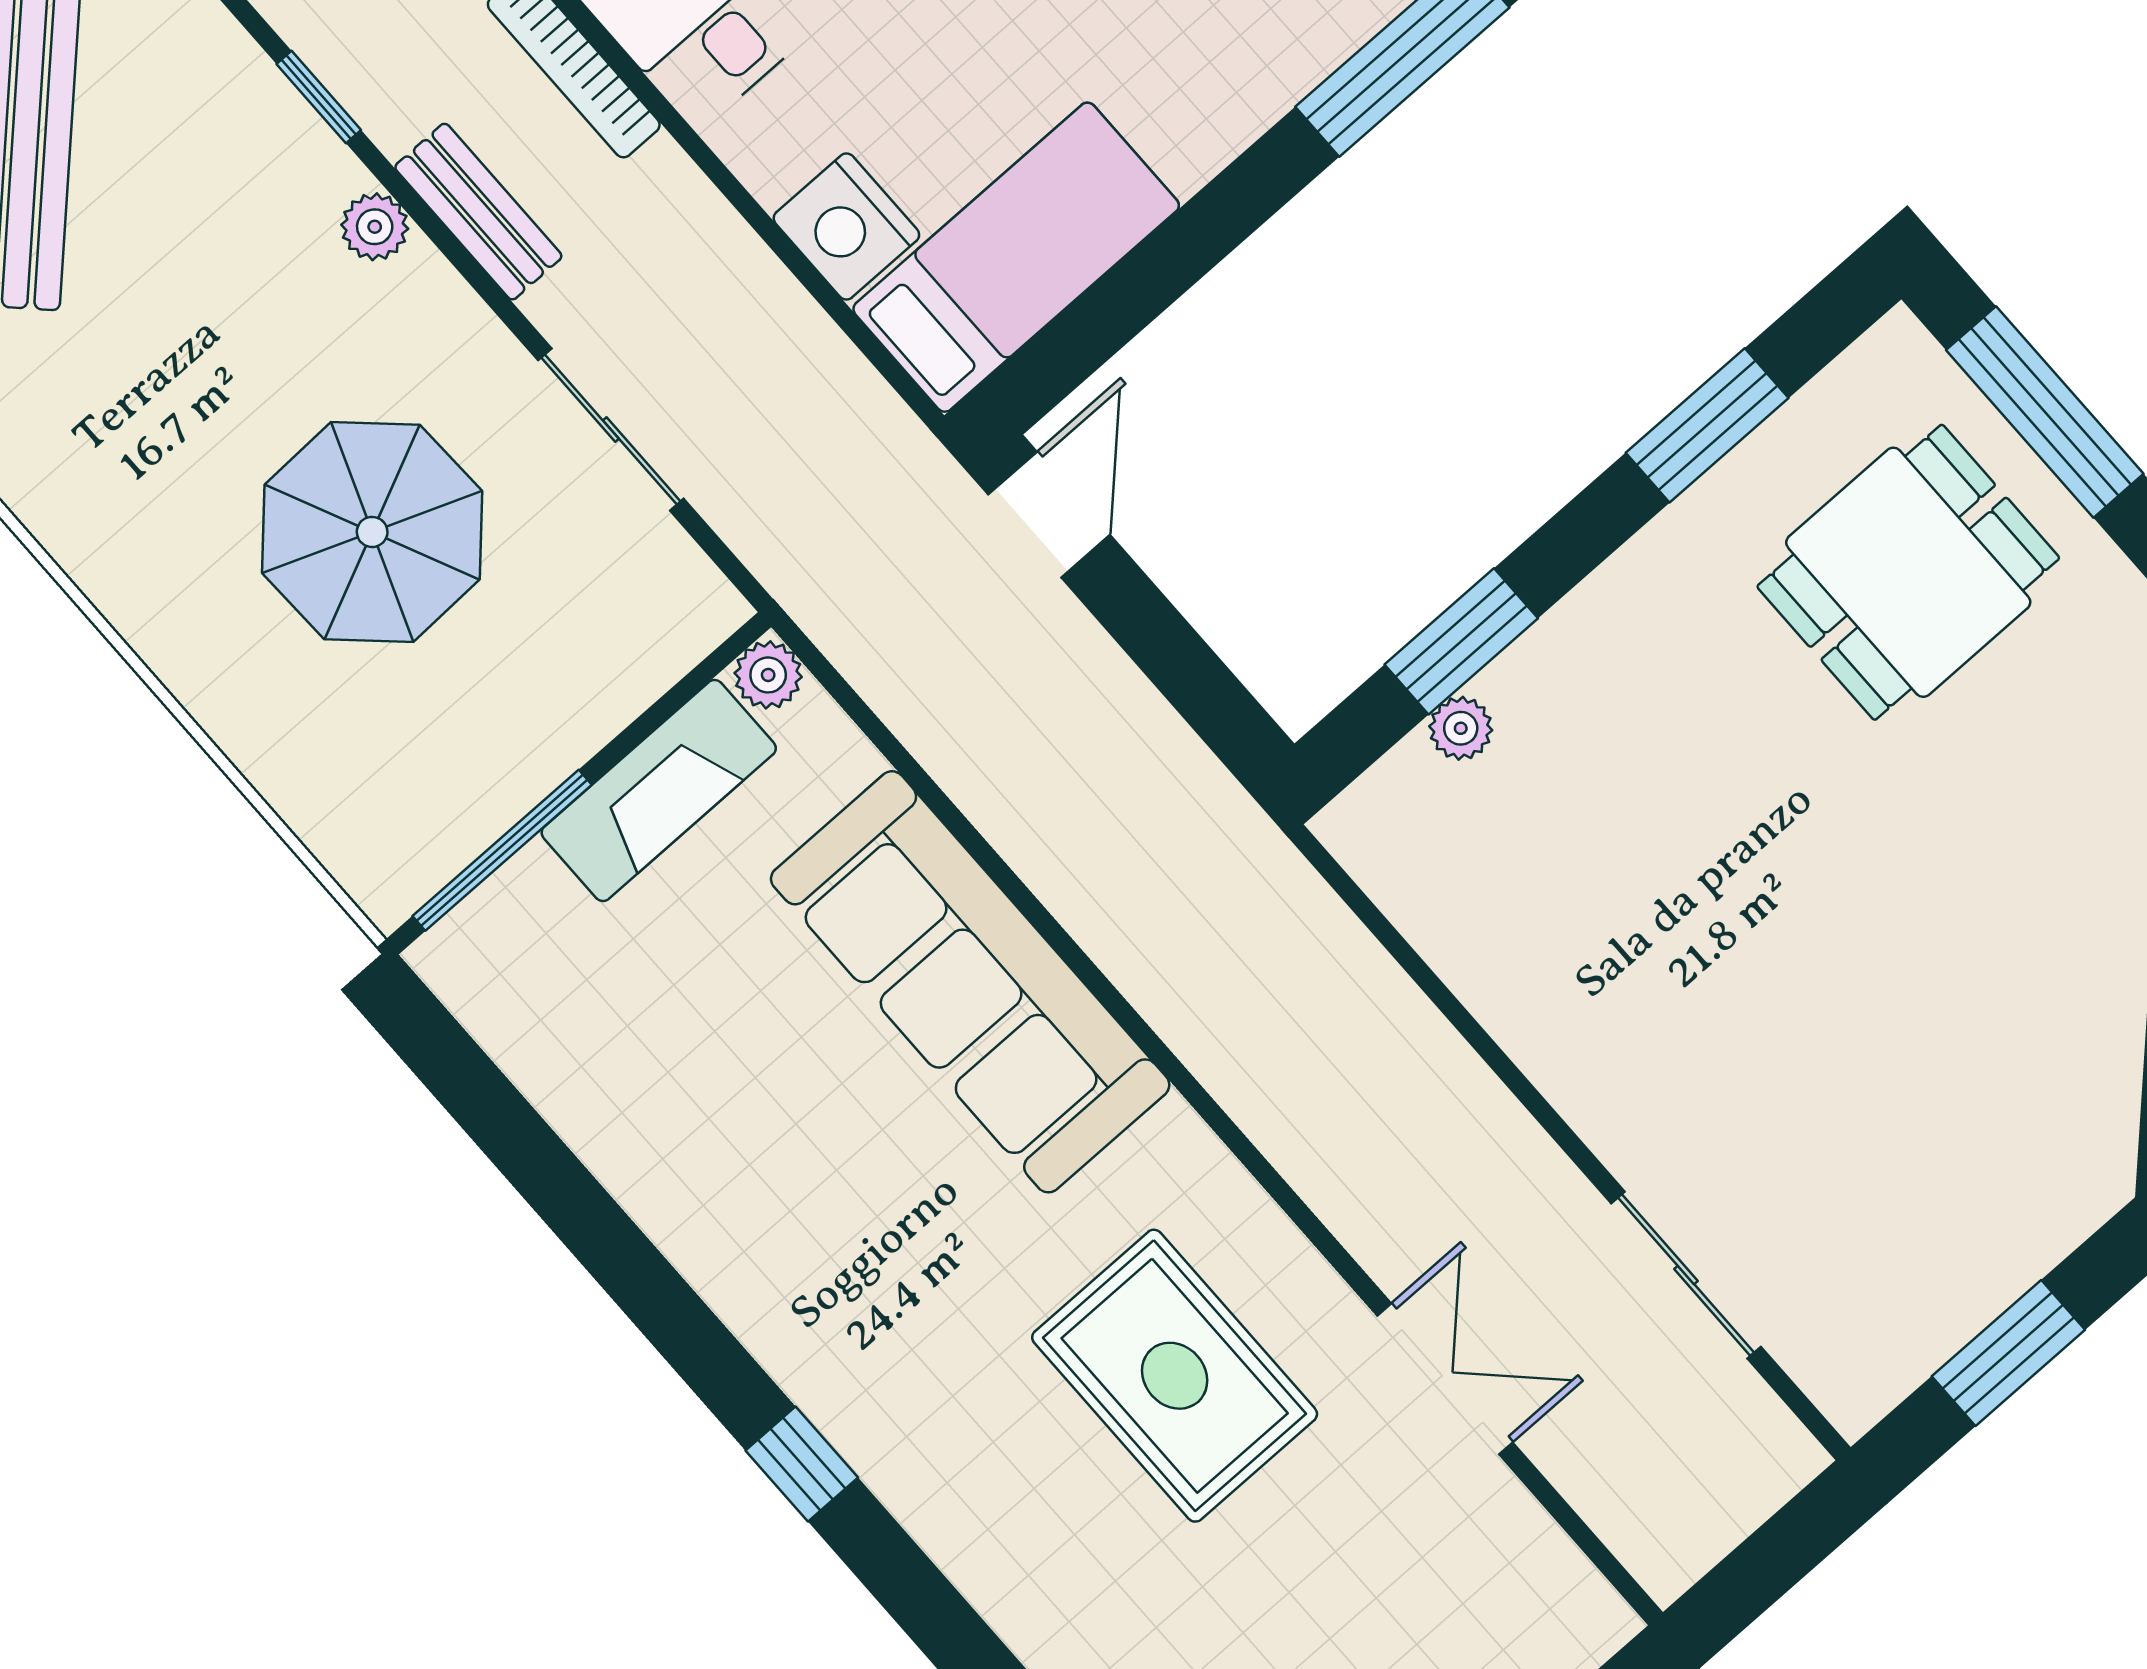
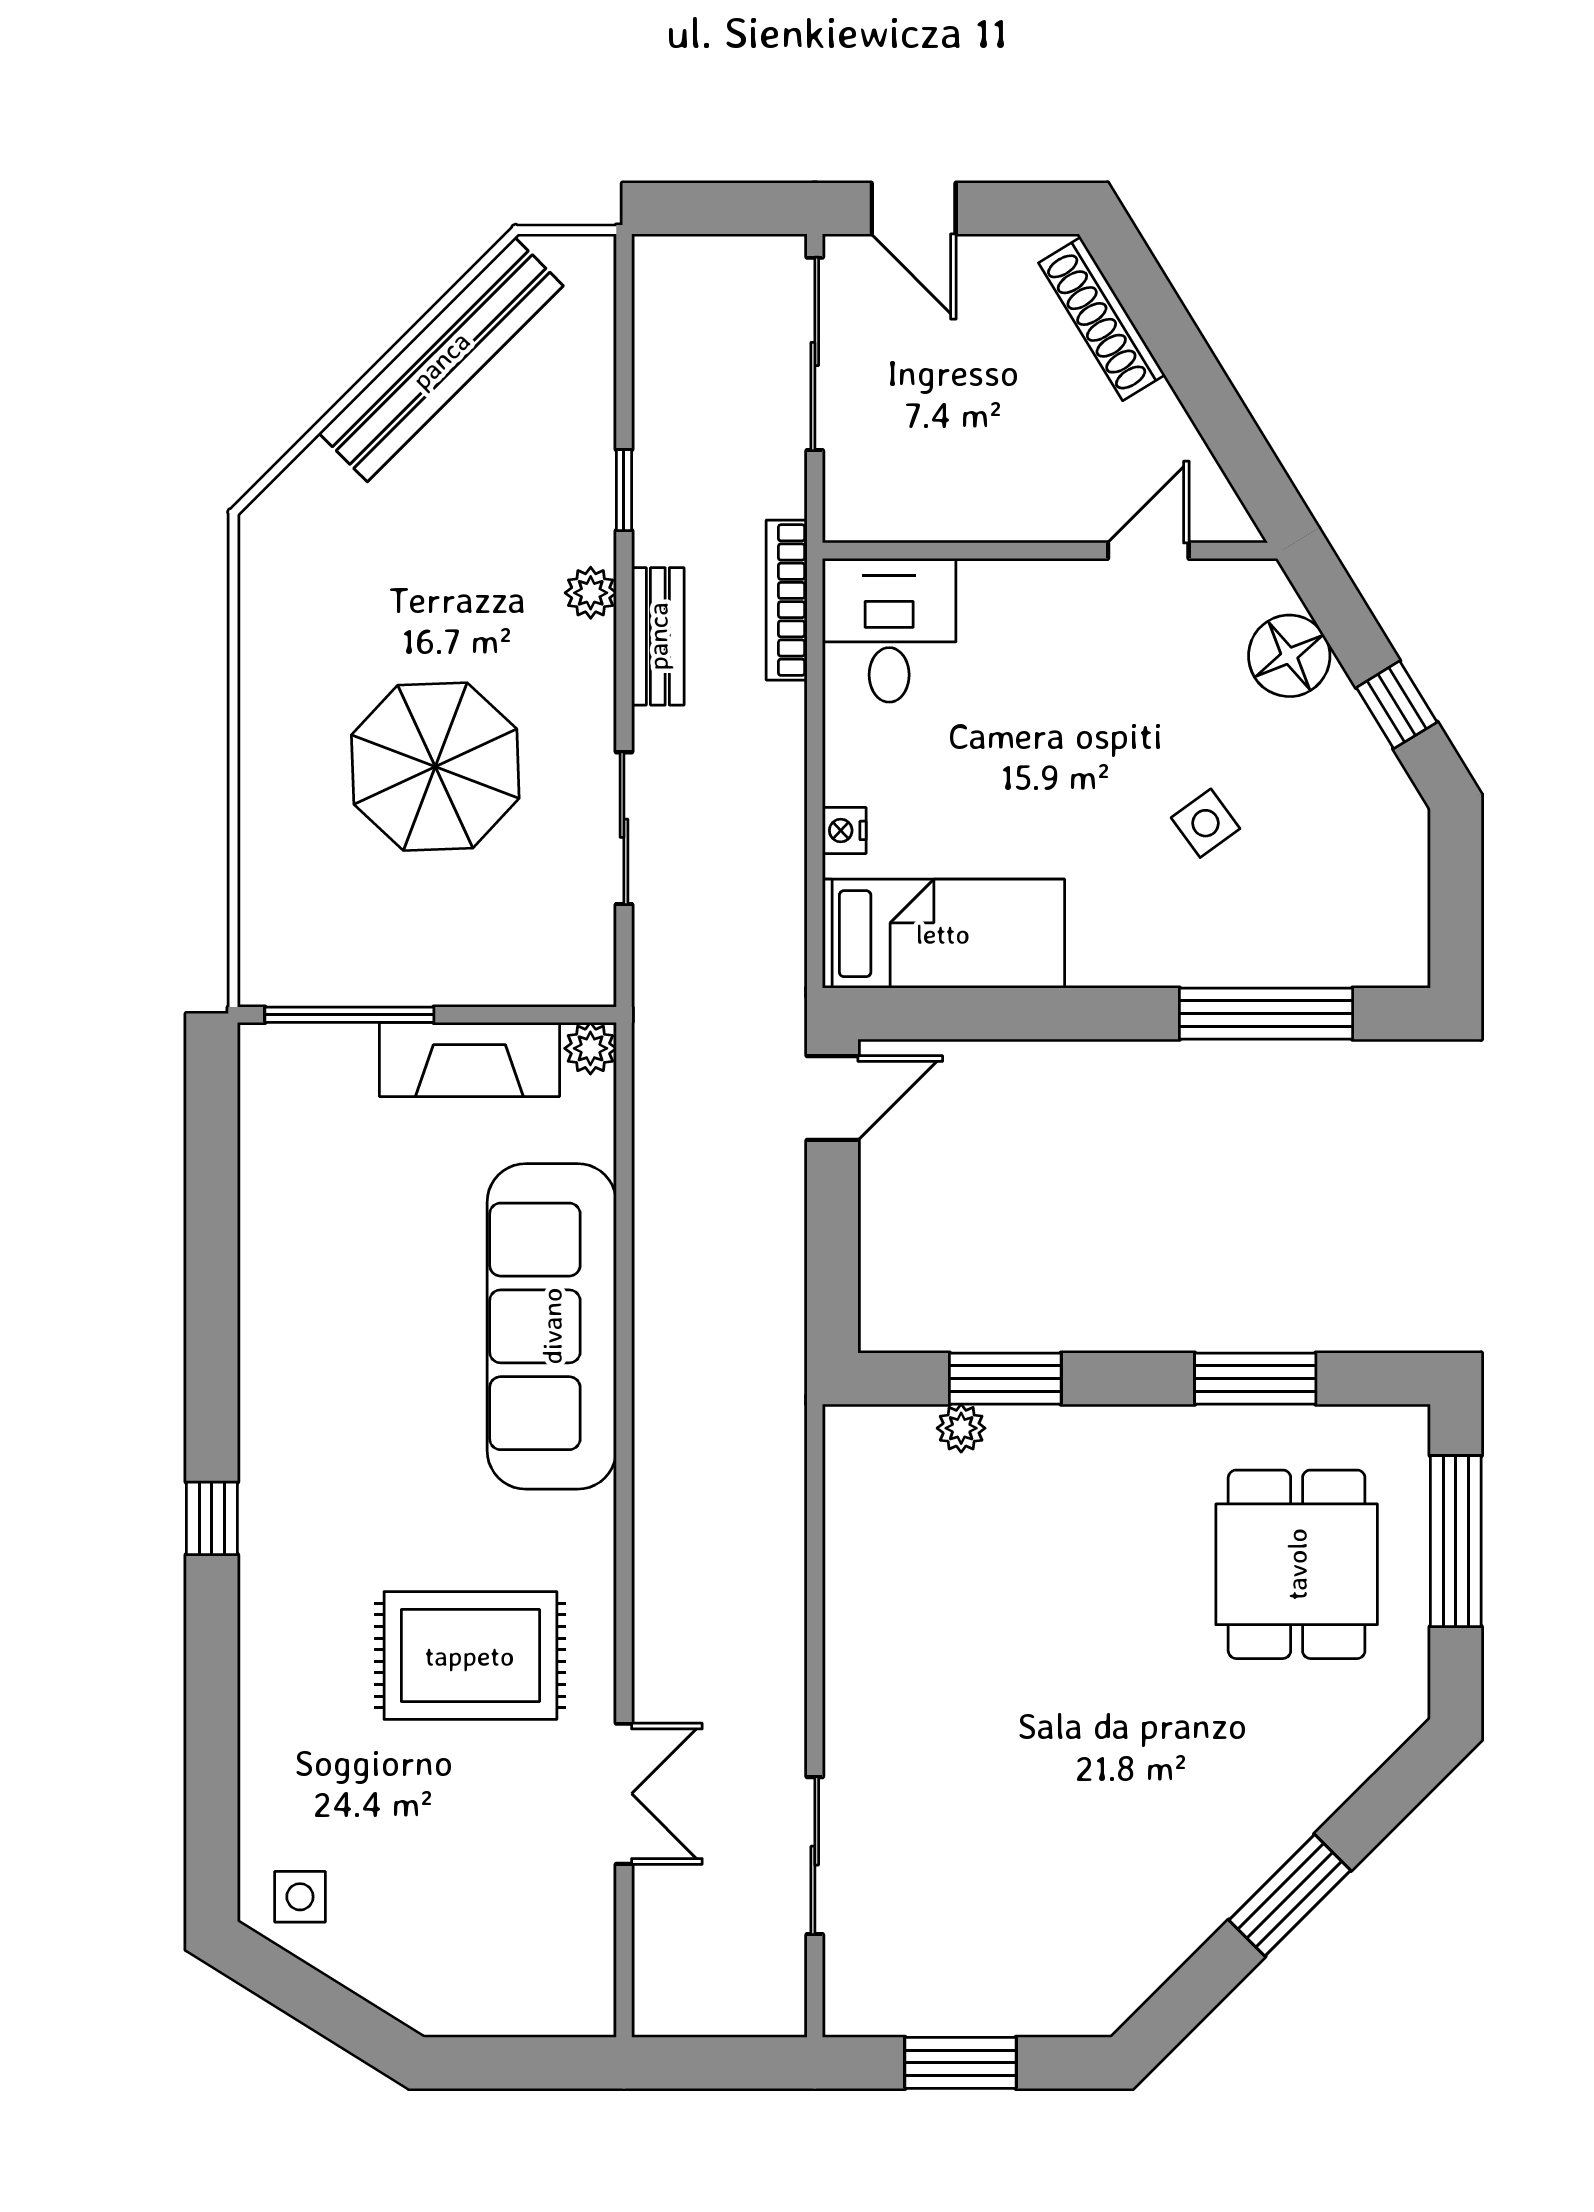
nightstand: (846, 227) -> (844, 830), width x0.53, depth x0.56
dining table: (1908, 572) -> (1297, 1564), turned 90
rug: (1175, 1376) -> (470, 1656), turned 90

